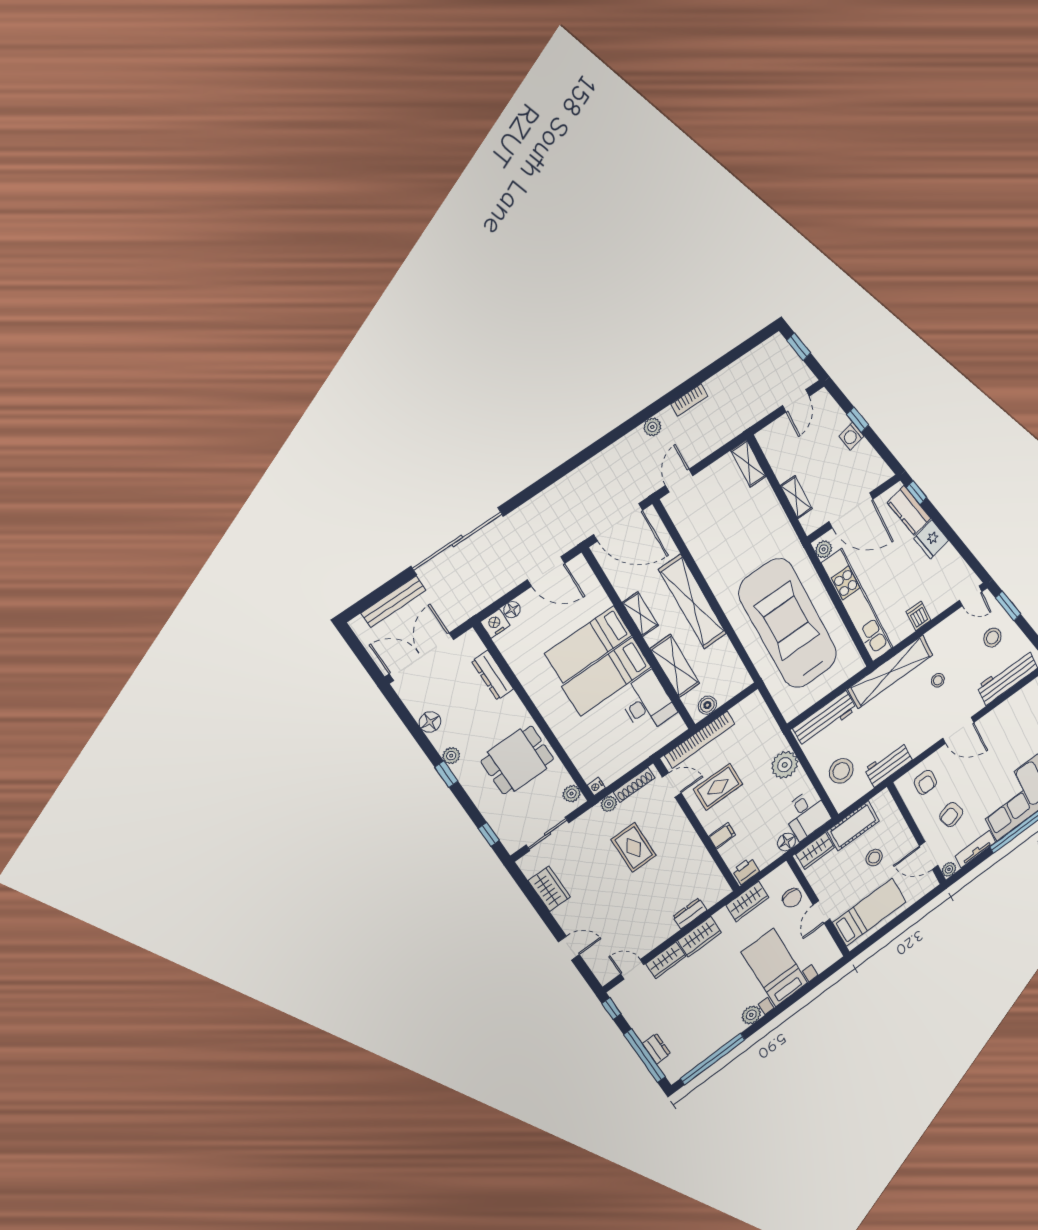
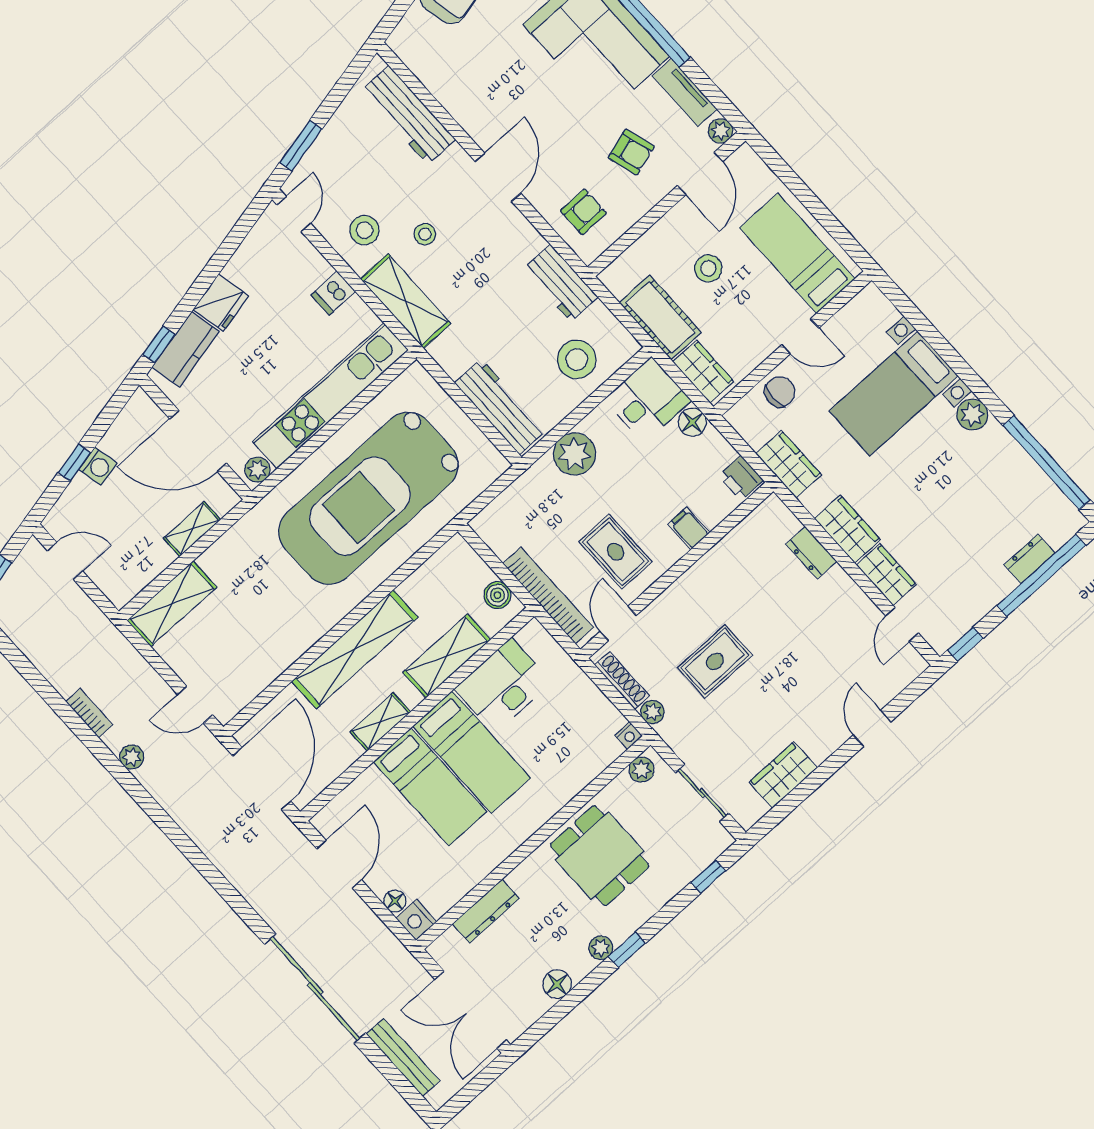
shelving: (748, 464) -> (172, 604), width x1.50, depth x1.33
door: (851, 510) -> (198, 441), swing flipped
stool: (992, 638) -> (364, 230), moved
shelving: (890, 672) -> (406, 301), width x0.68

